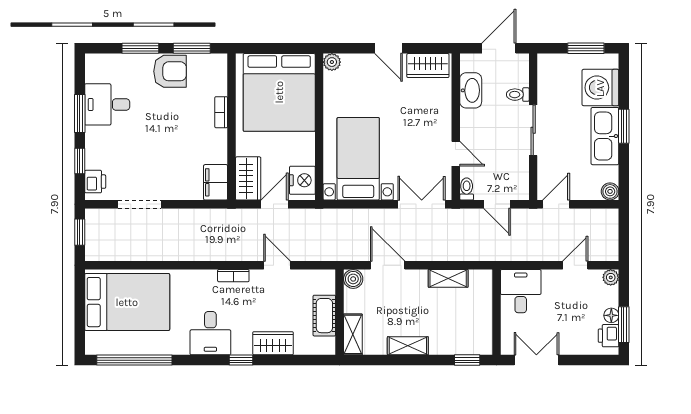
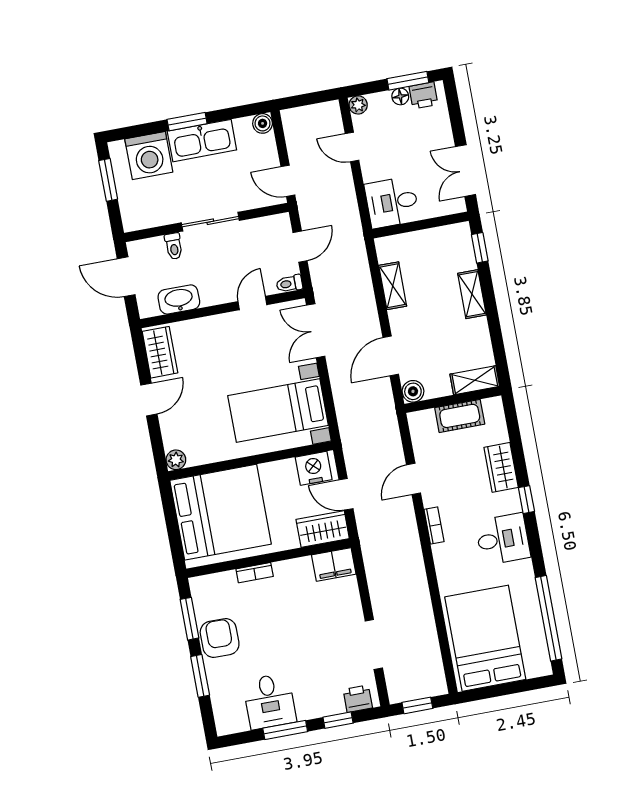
shelving: (408, 346) -> (472, 294), moved

